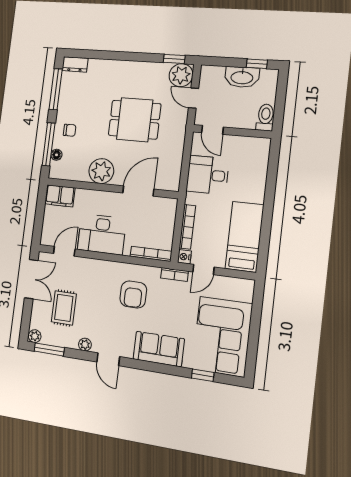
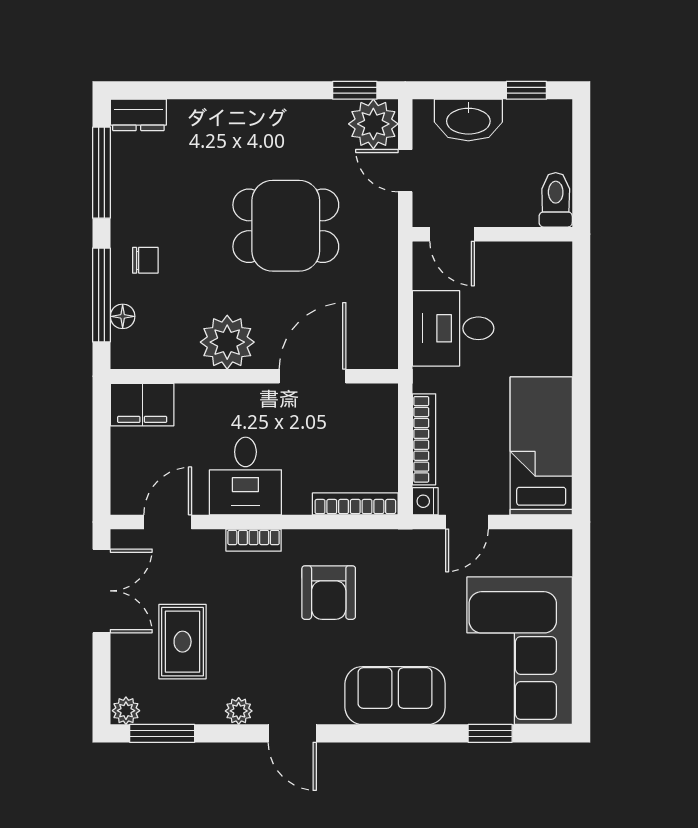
washbasin: (242, 77) -> (468, 120), moved
desk: (102, 234) -> (245, 476), width x0.73
bookcase: (175, 275) -> (254, 540), moved

